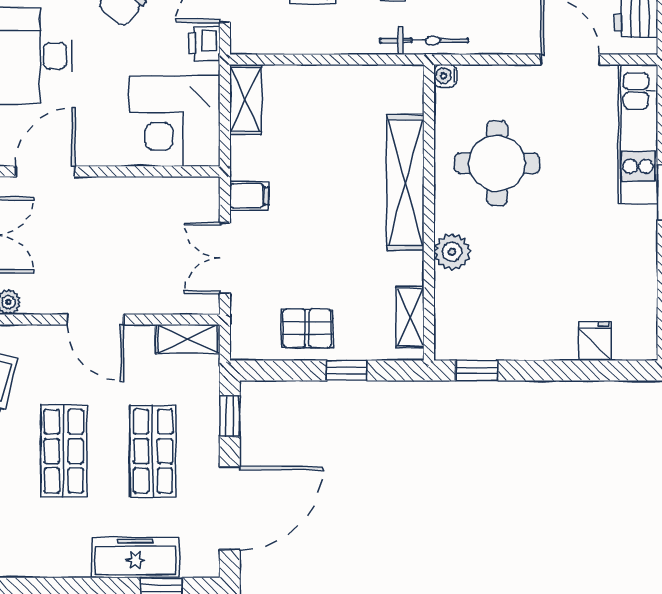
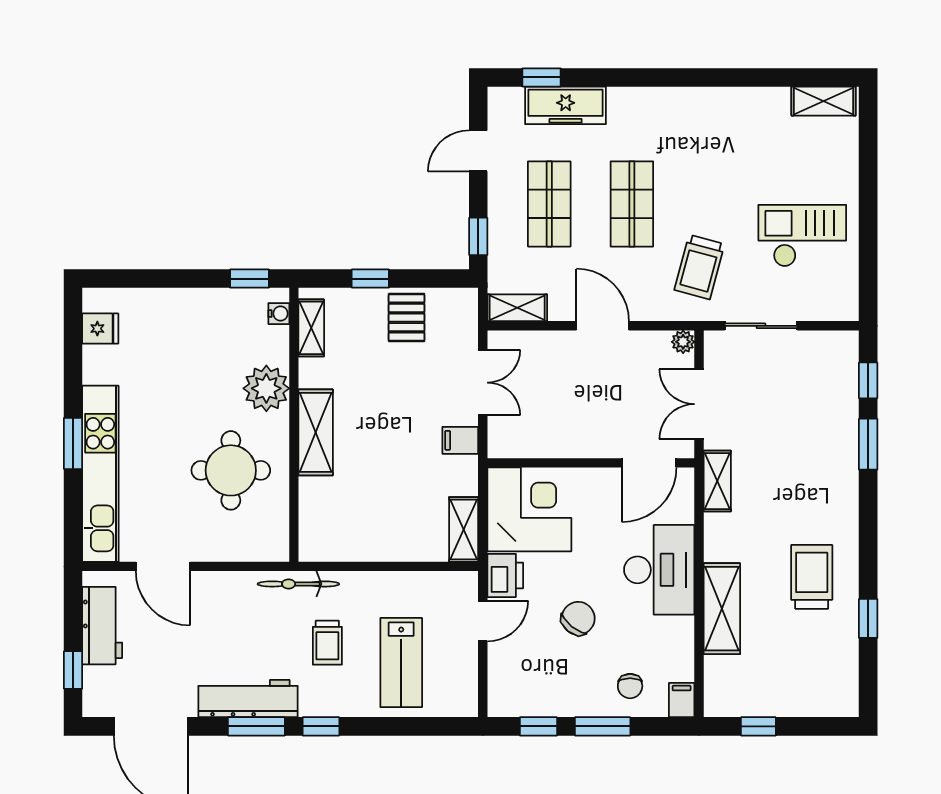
printer: (204, 43) -> (505, 575), width x1.36, depth x1.24
water cooler: (445, 76) -> (279, 314), moved
kitchen unit: (638, 134) -> (100, 474), width x1.36
shelving: (405, 183) -> (316, 432), width x0.68
plant: (452, 252) -> (266, 388), width x1.36, depth x1.36
pallet: (307, 328) -> (407, 318), turned 90
fridge: (595, 341) -> (100, 329), moved, turned -90
door: (230, 508) -> (478, 151), width x0.53

